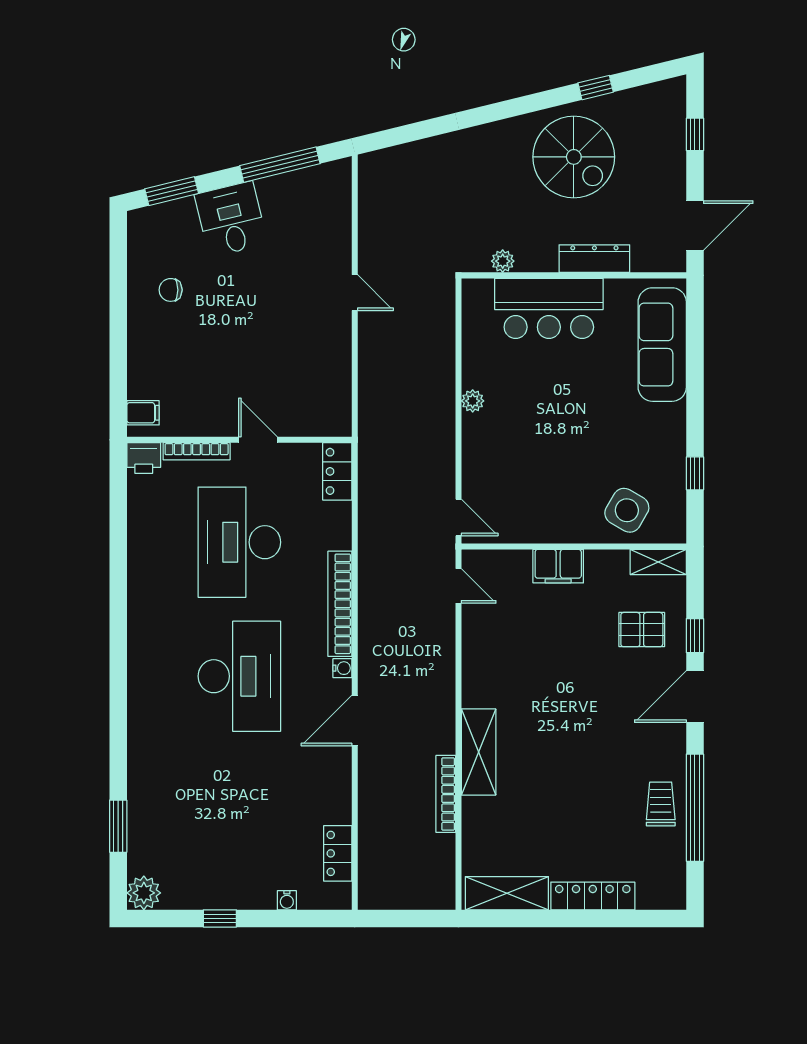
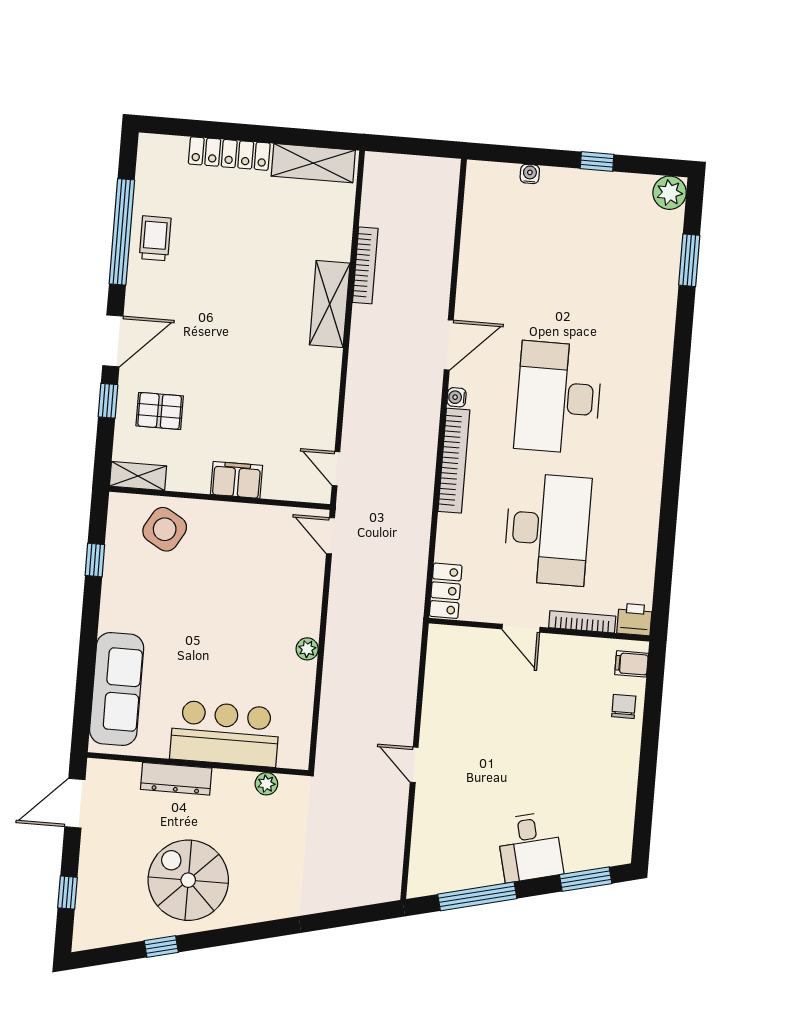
chair: (171, 290) -> (624, 706), moved, turned -90
trolley: (661, 804) -> (155, 238), turned 180
locker: (338, 853) -> (476, 216), removed

